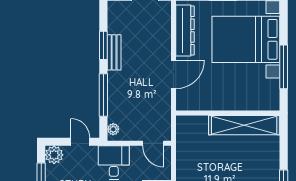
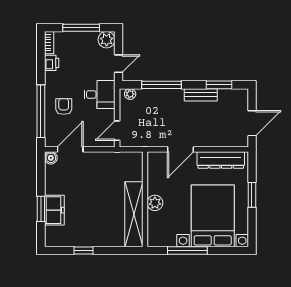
window: (103, 45) -> (219, 85), moved
door: (173, 74) -> (181, 149), hinge flipped
plant: (232, 102) -> (155, 203), added

